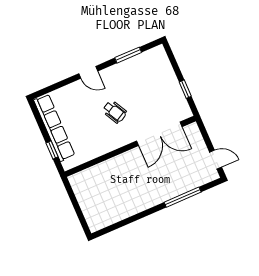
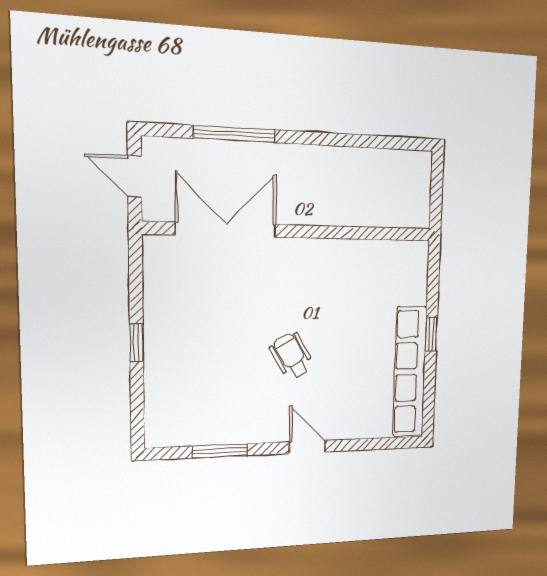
double door: (159, 134) -> (226, 230), moved
wall: (130, 146) -> (292, 231), moved

